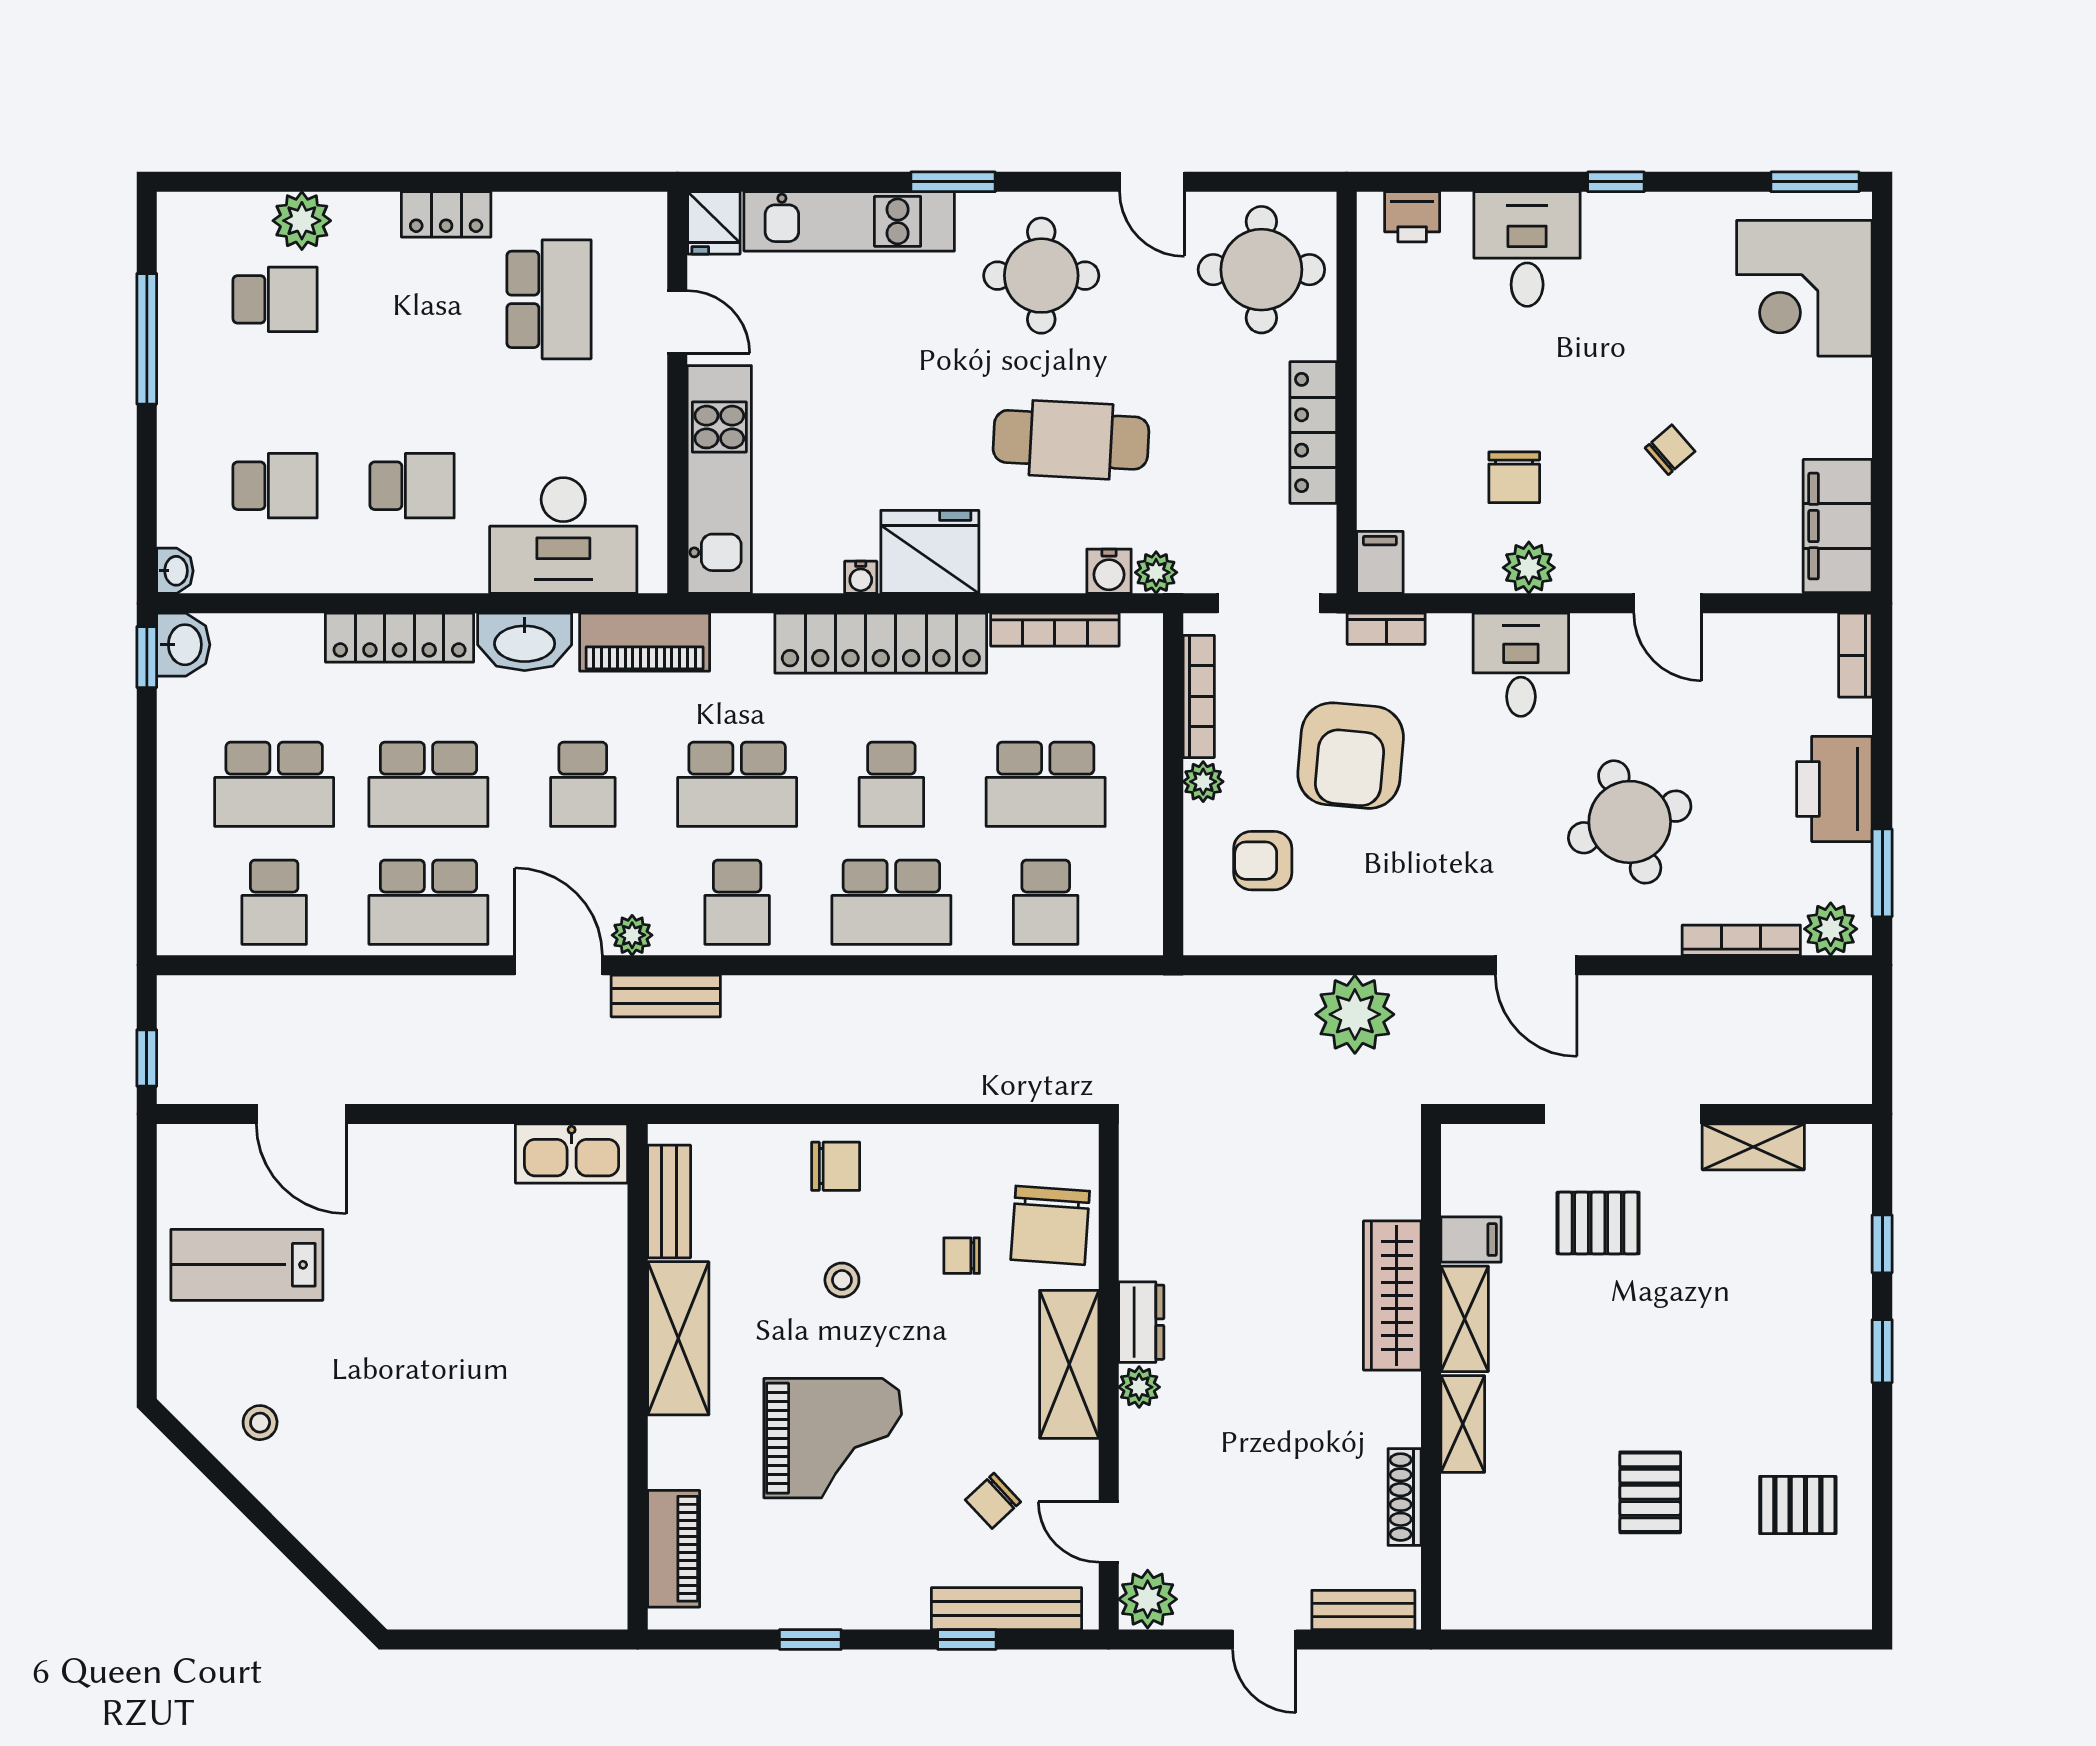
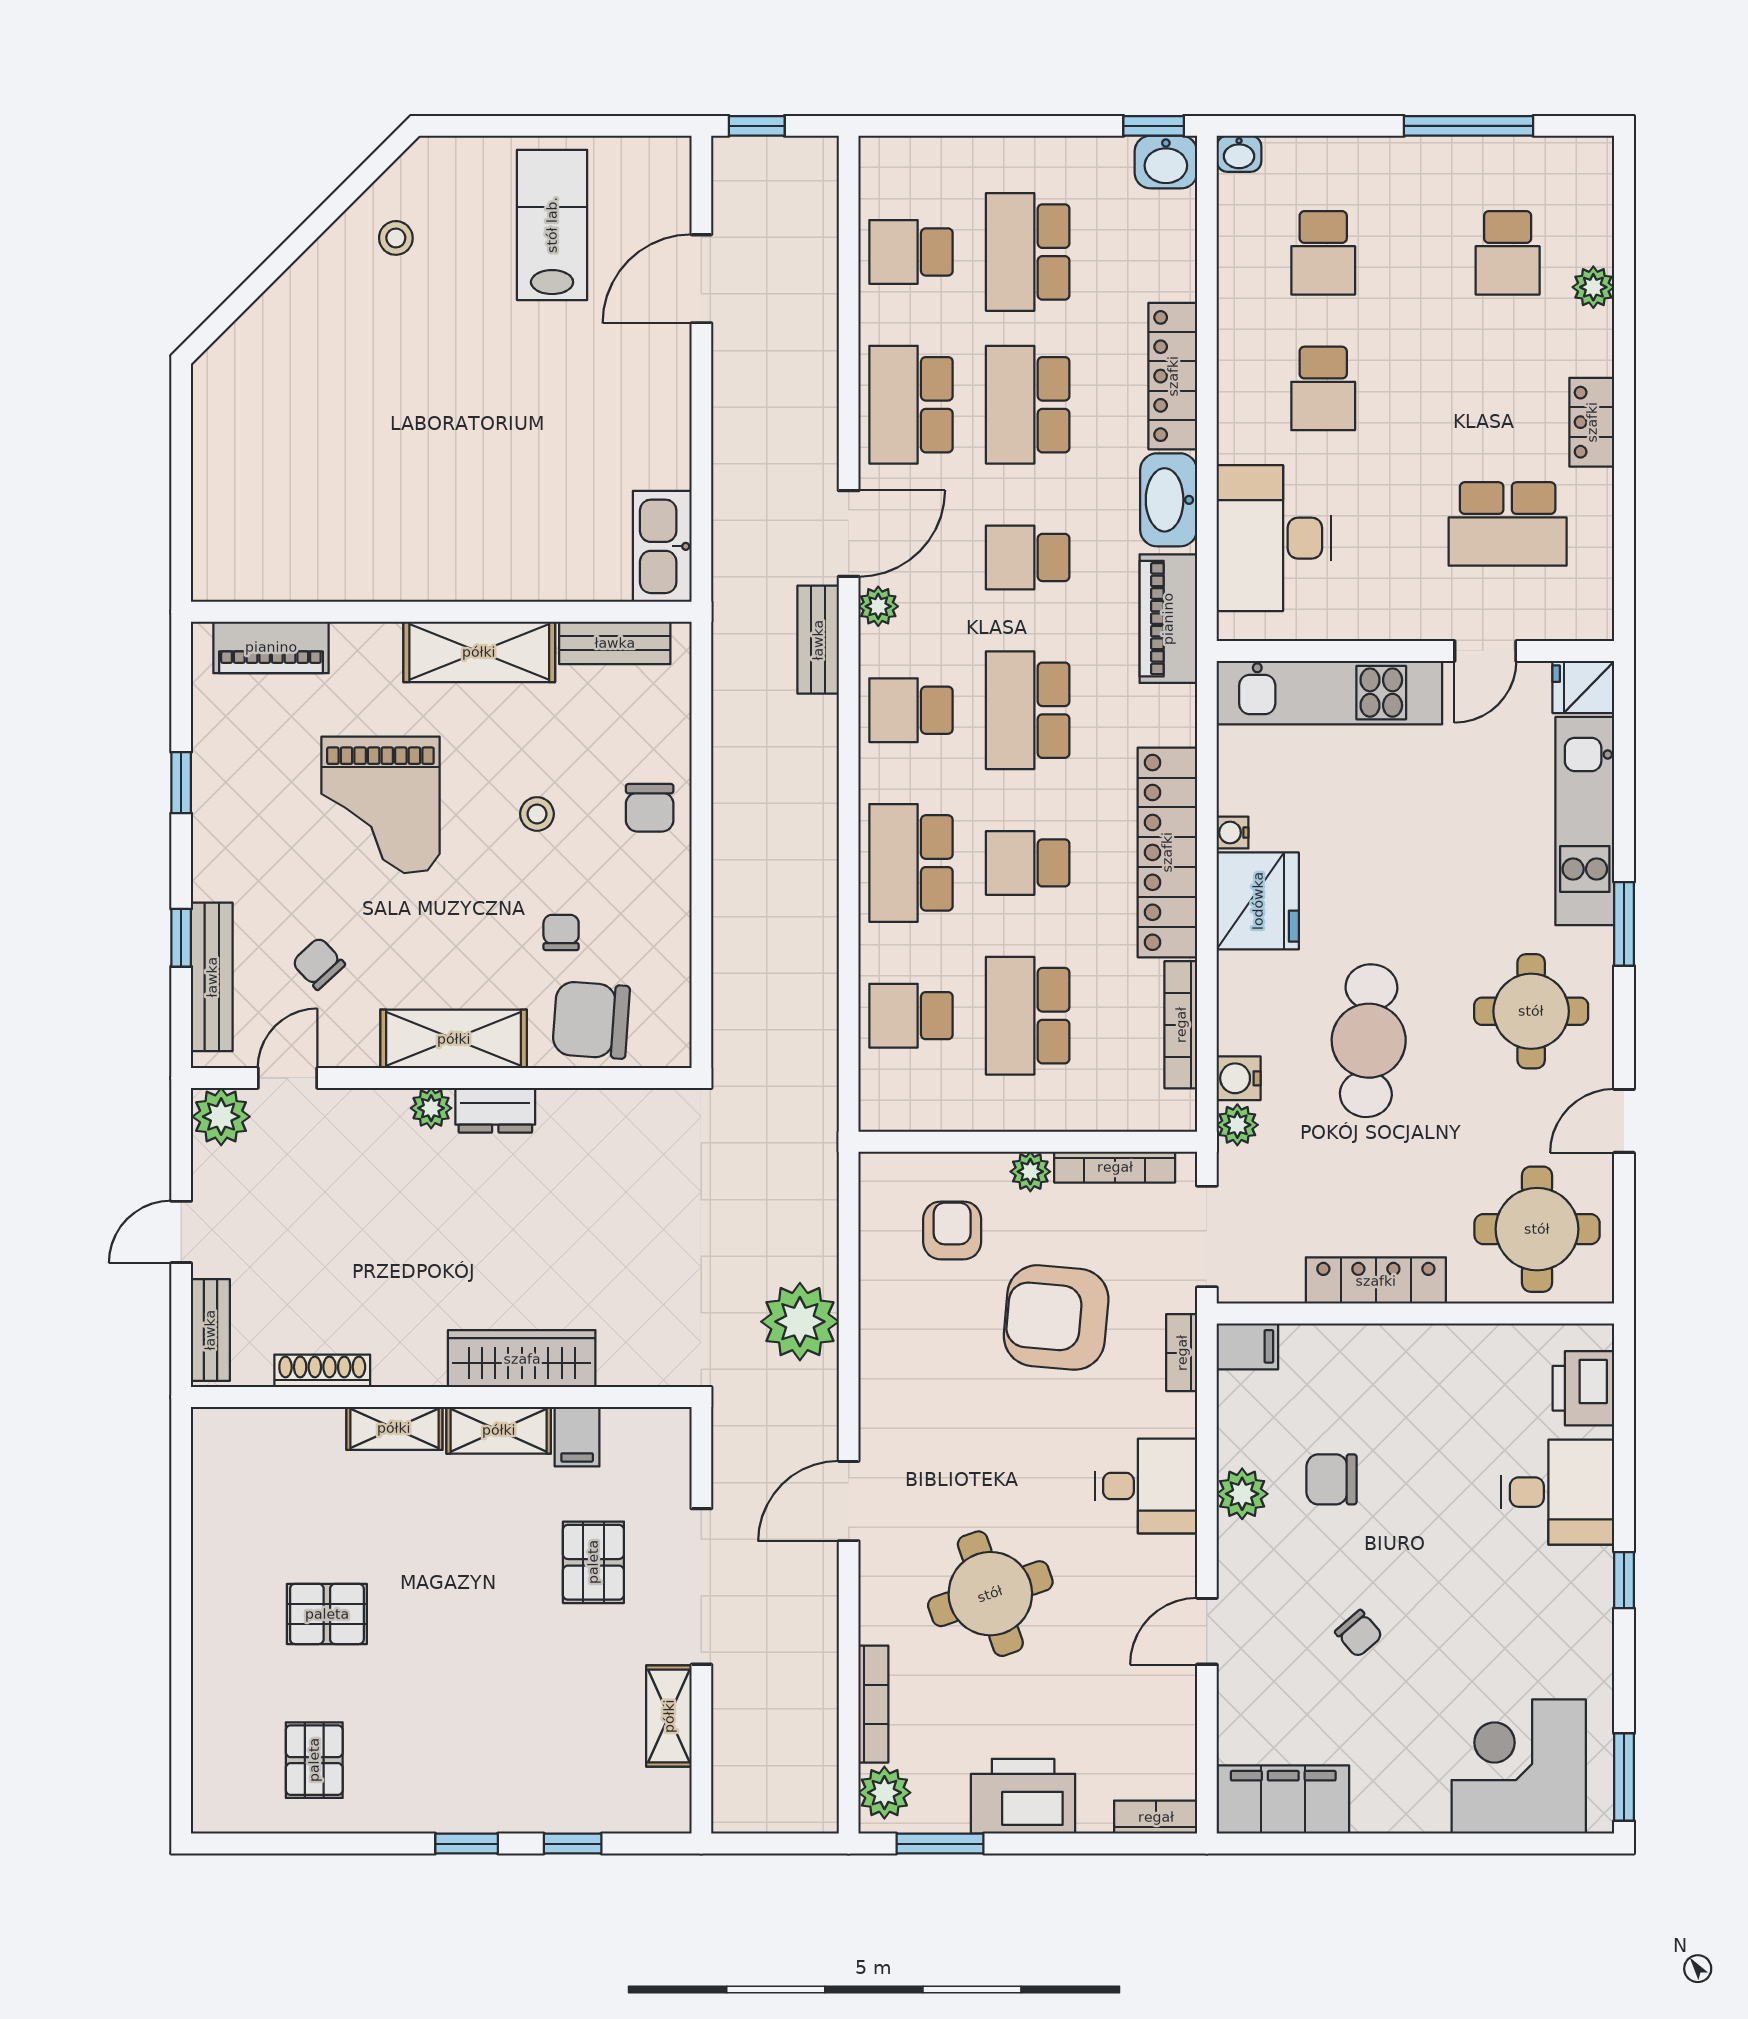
printer: (1412, 217) -> (1583, 1388), width x1.36, depth x1.24
plant: (302, 221) -> (1593, 287), width x0.73, depth x0.73

